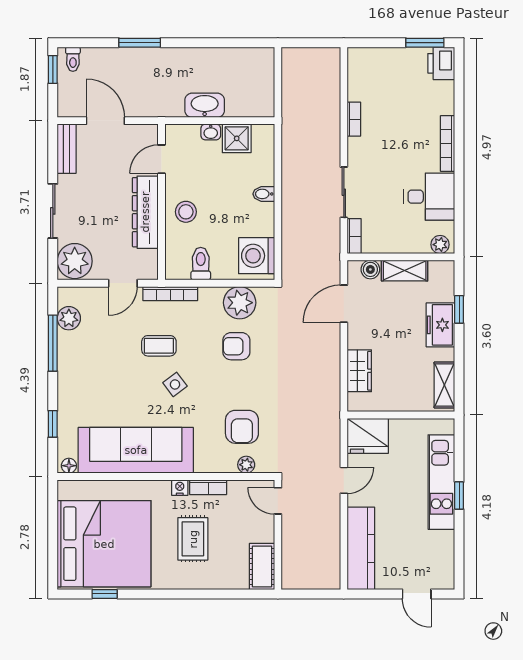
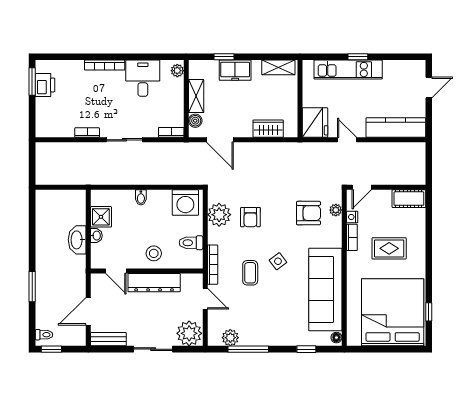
printer: (441, 63) -> (45, 85), moved, turned -90
sliding door: (344, 192) -> (124, 140), moved
nightstand: (180, 488) -> (352, 217), moved

